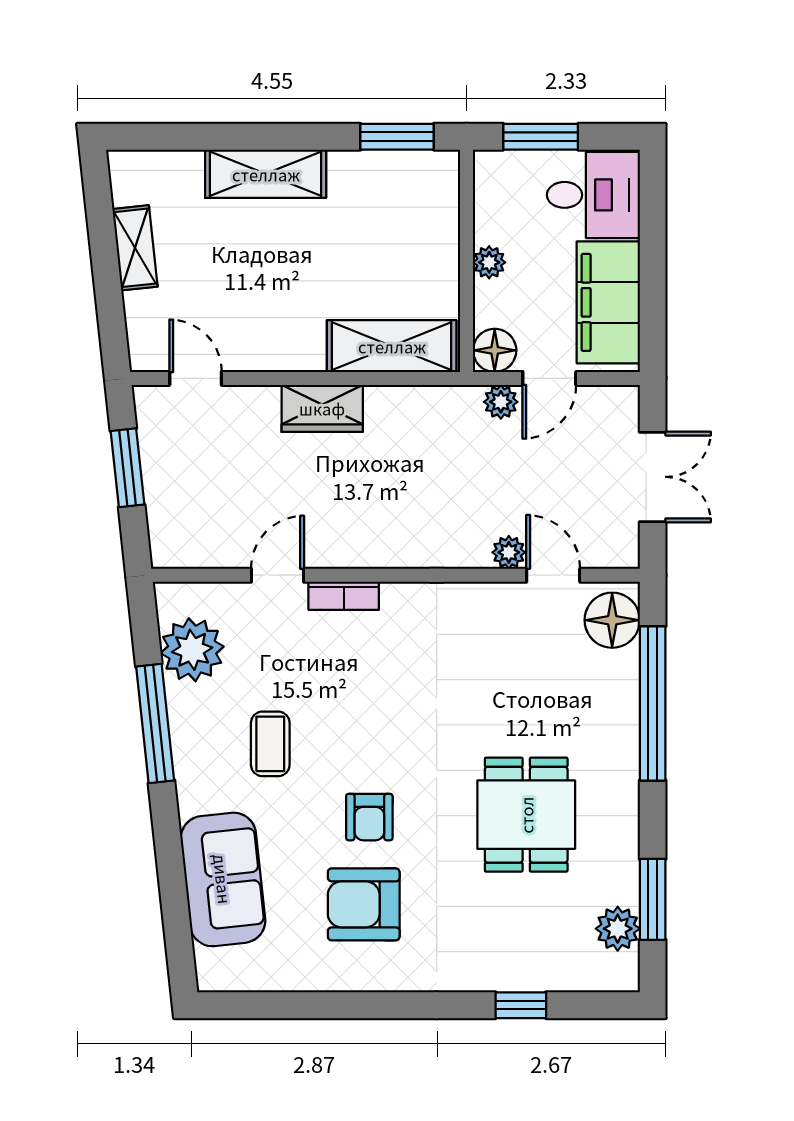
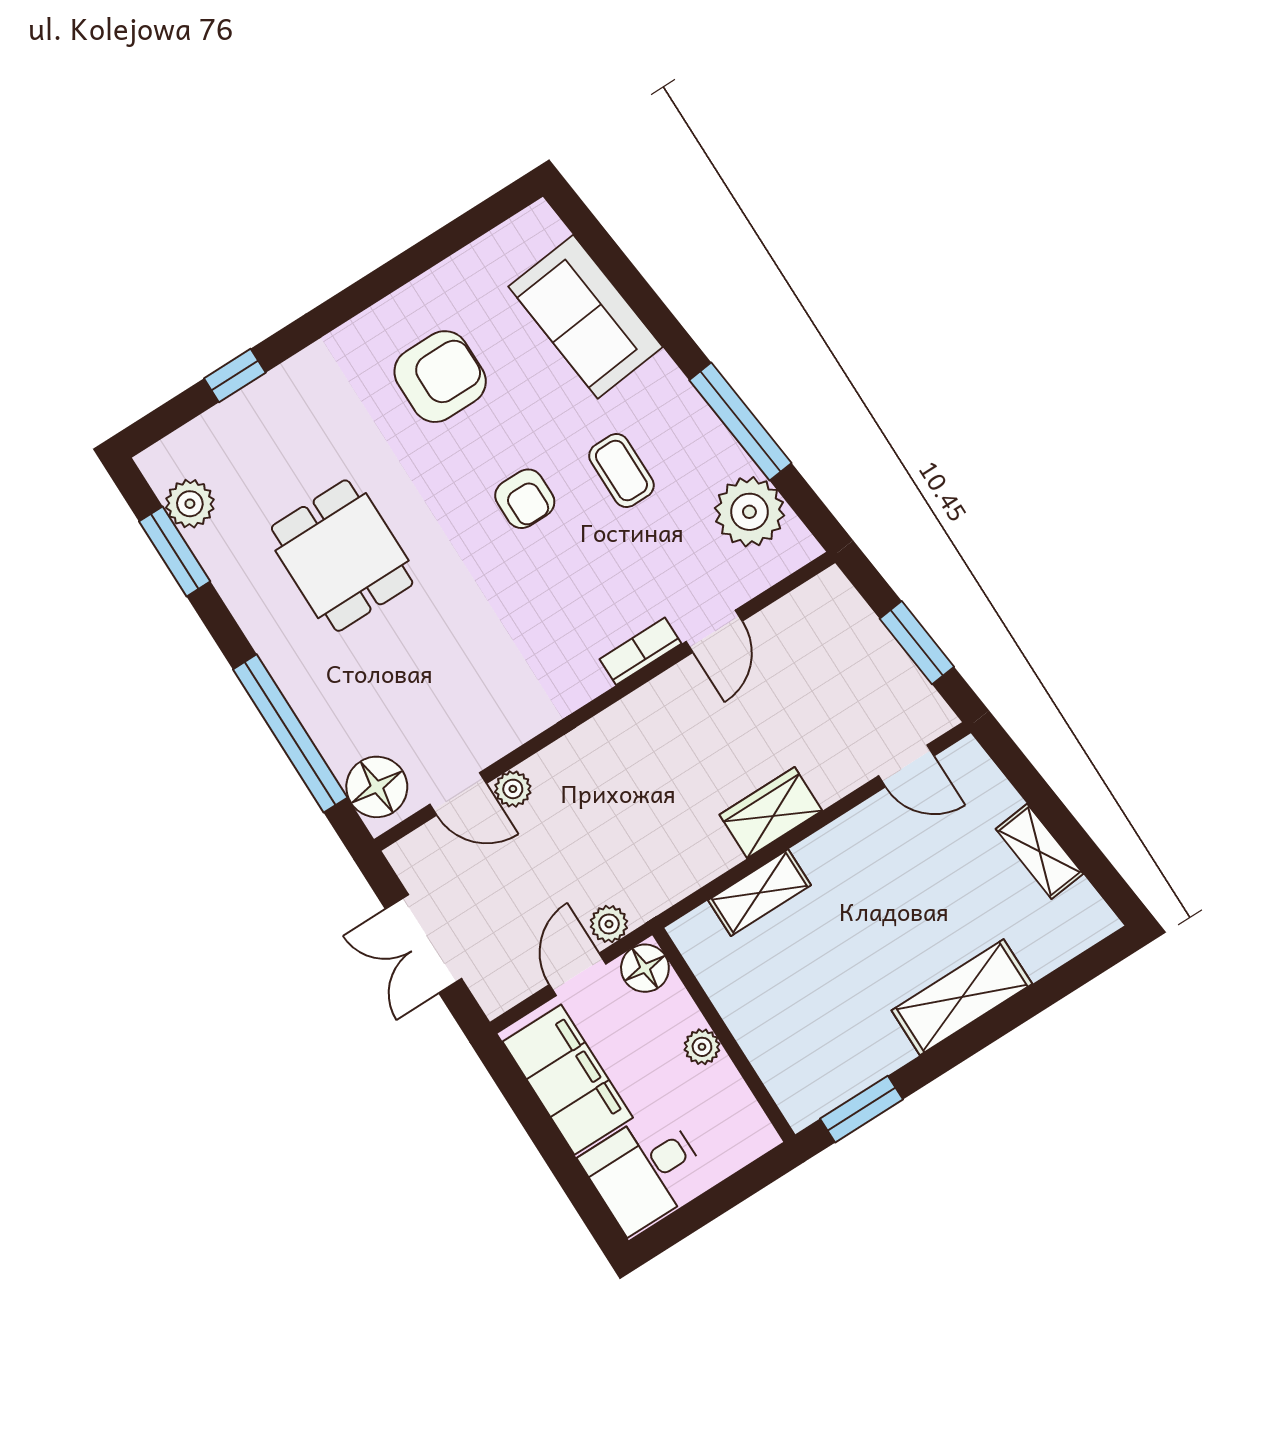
window: (541, 137) -> (728, 1194), removed
shelving: (392, 346) -> (759, 893), width x0.67, depth x0.75
armchair: (369, 817) -> (525, 499), moved, turned 180

